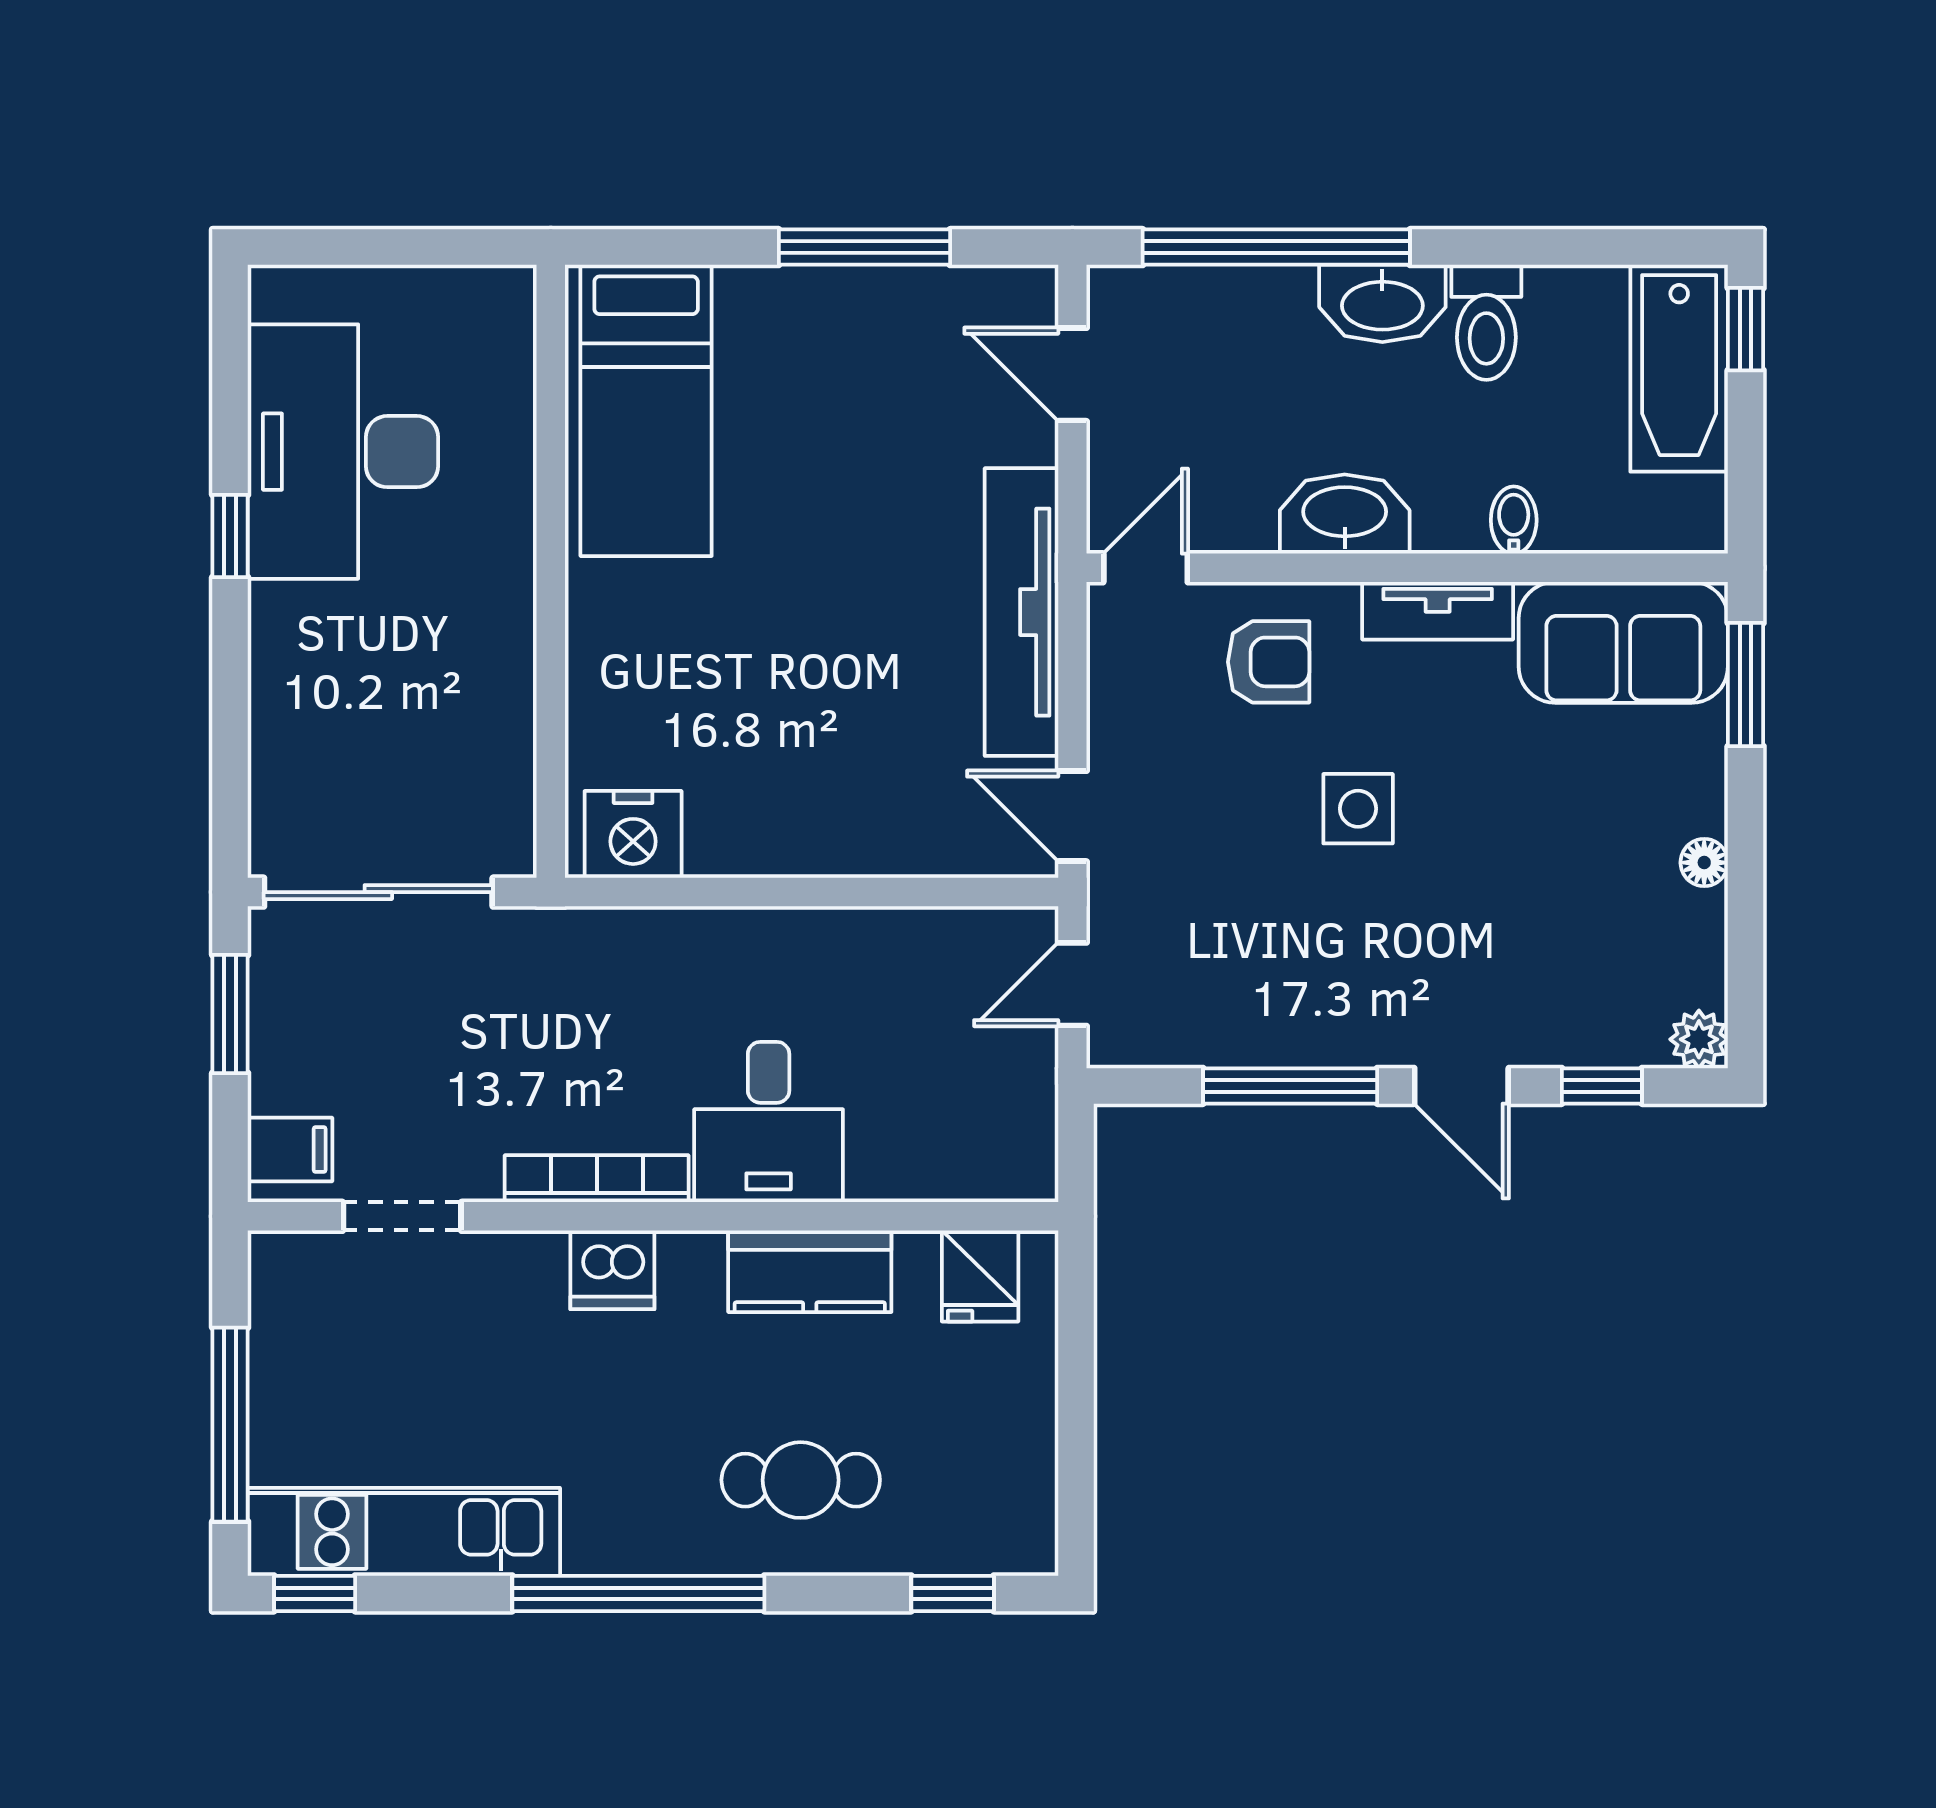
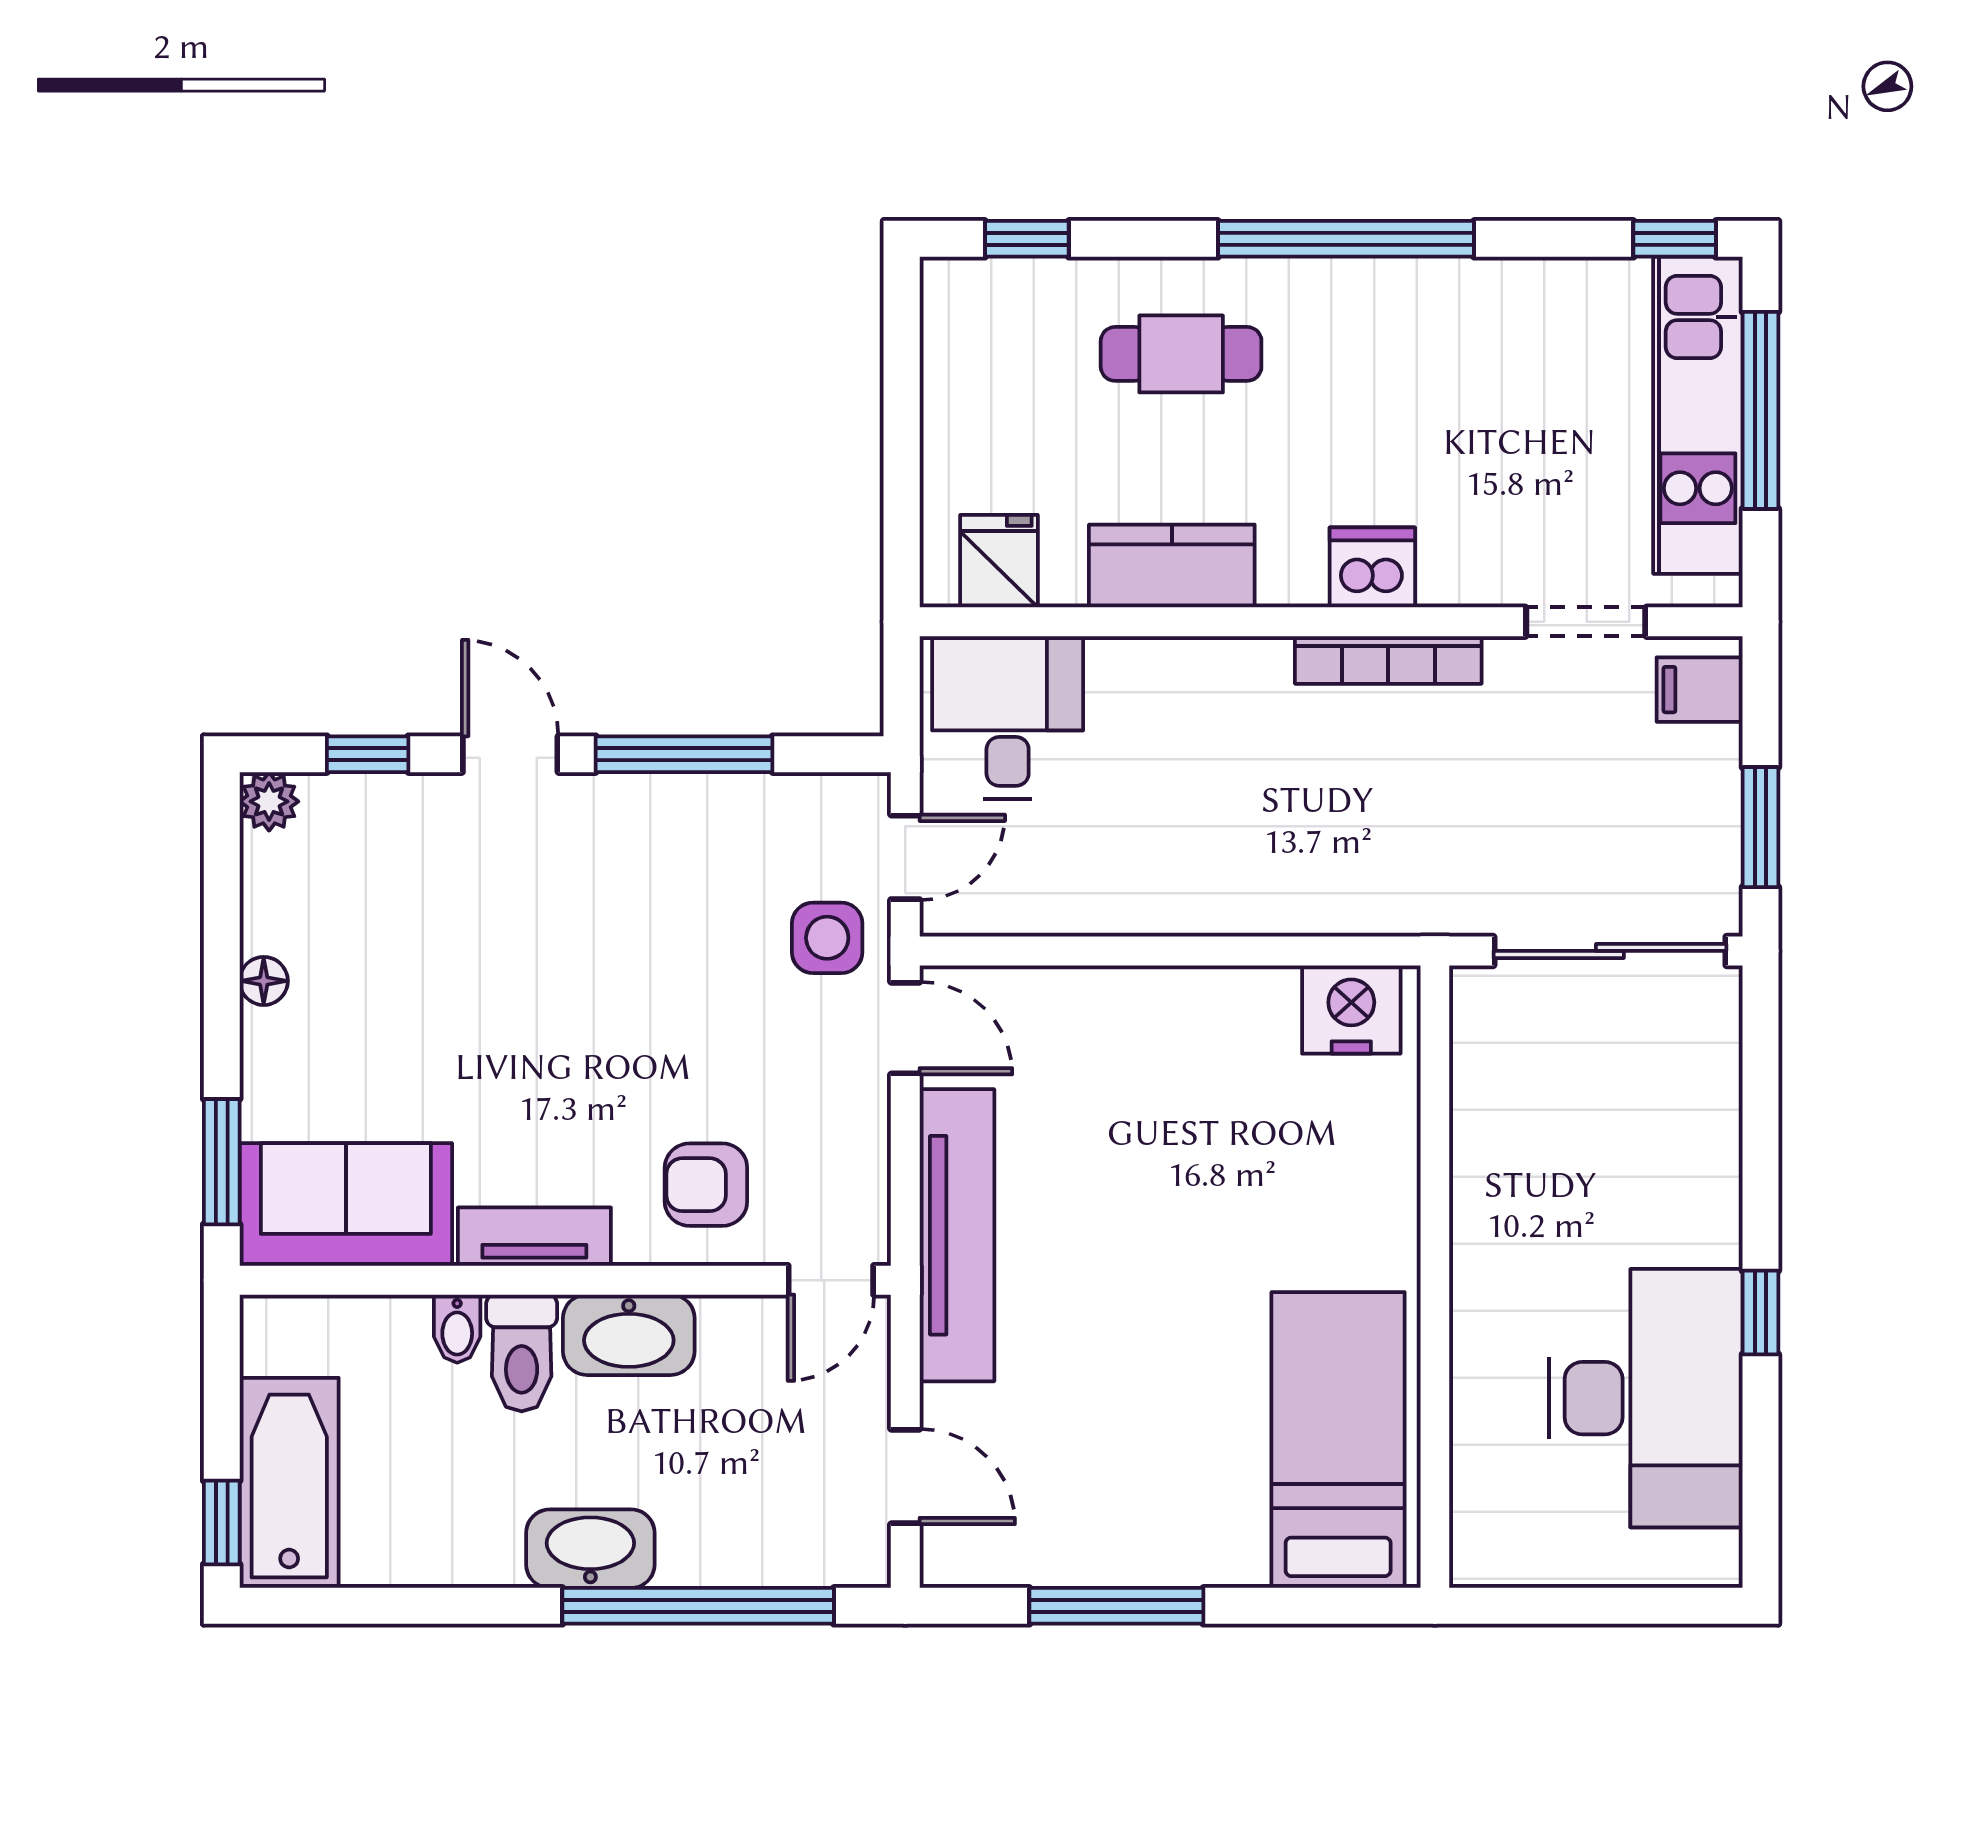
toilet: (1486, 322) -> (522, 1353), moved, turned 180
side table: (1358, 809) -> (827, 938), moved
desk: (769, 1122) -> (1008, 717), moved
kitchen unit: (404, 1532) -> (1698, 415), moved, turned 90

